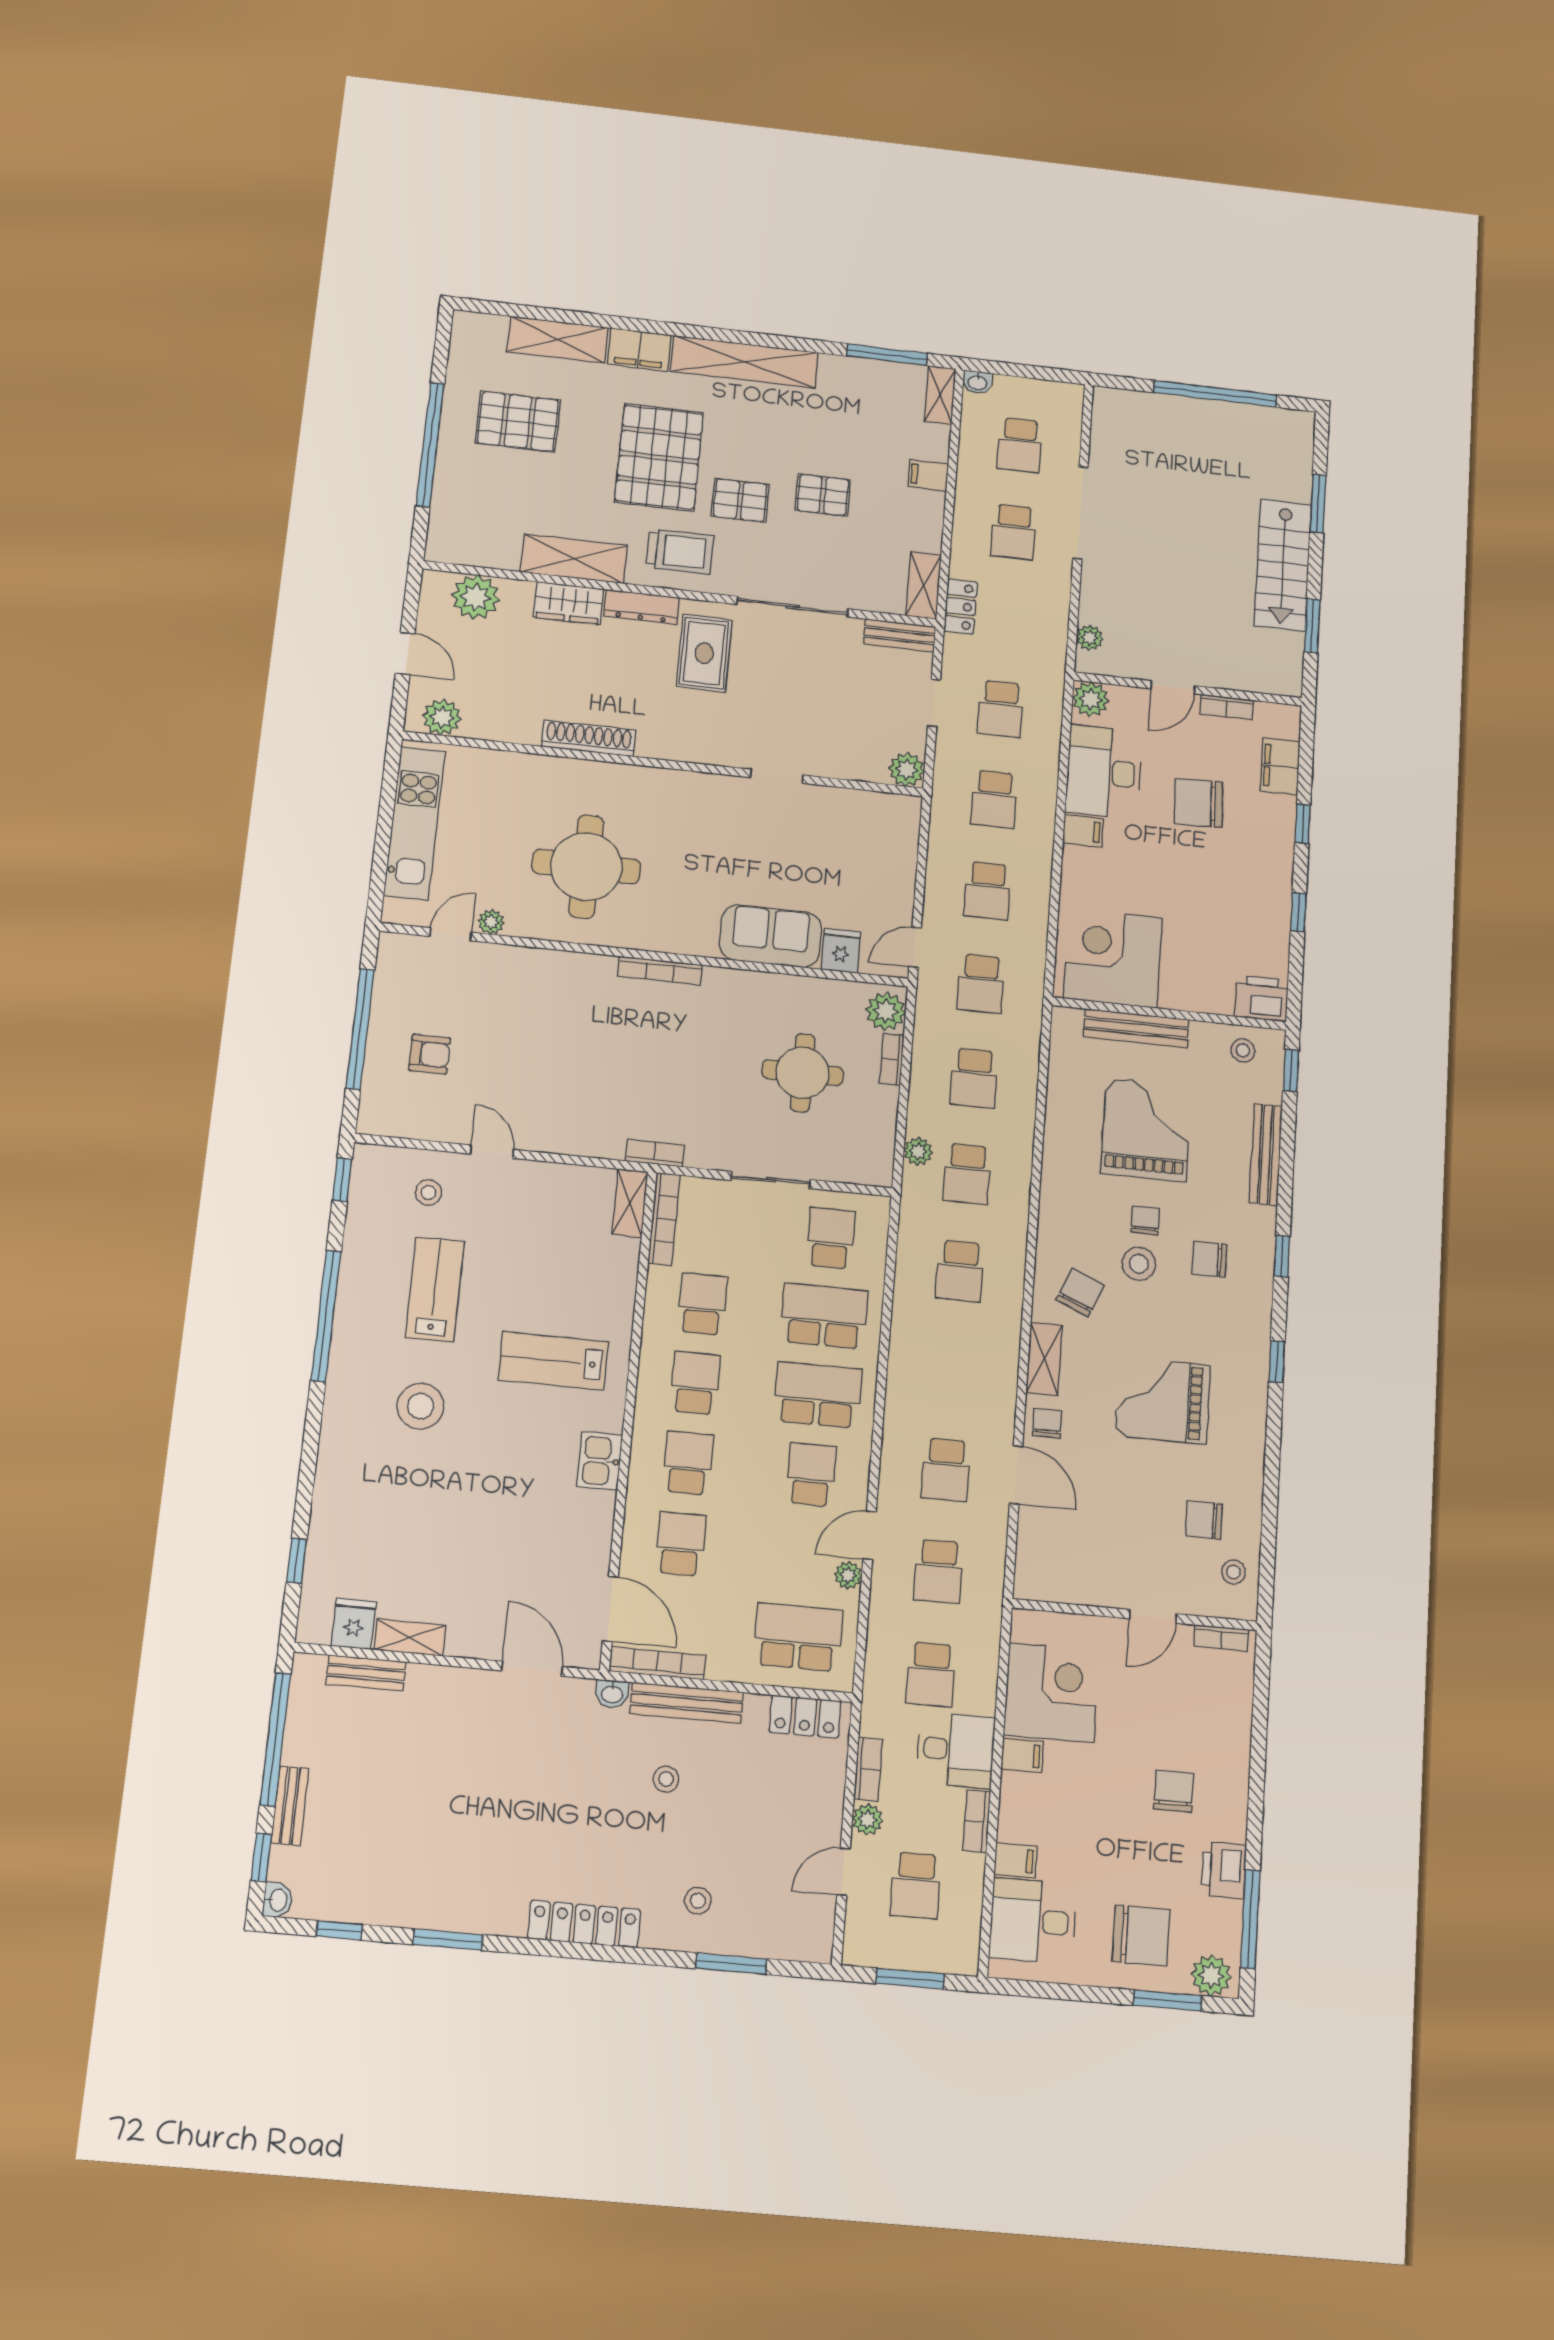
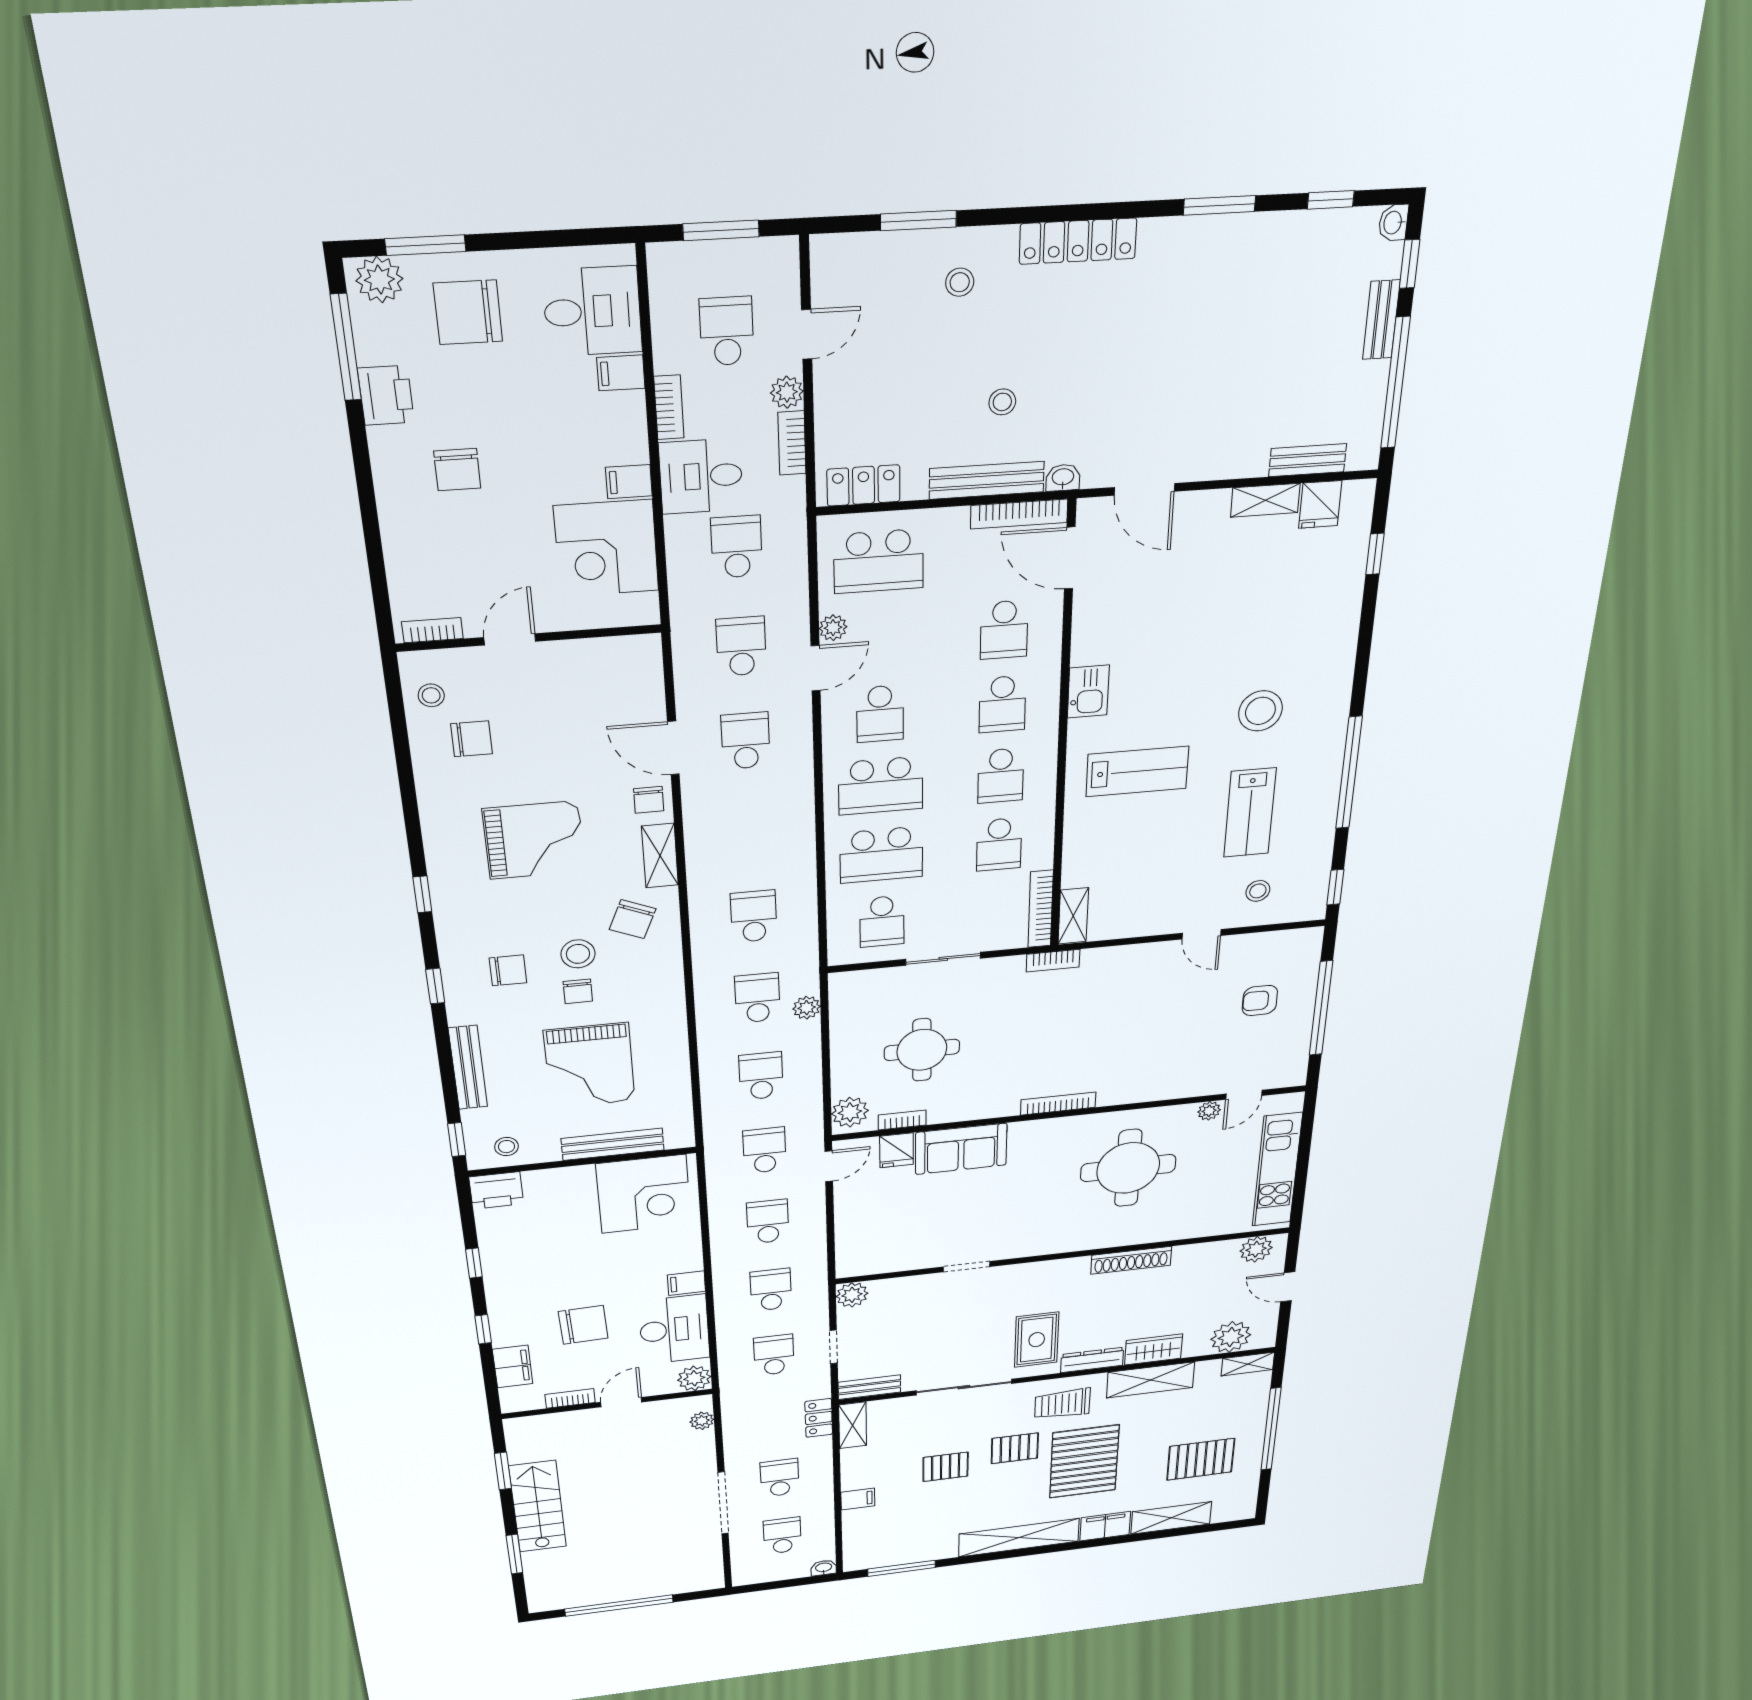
shelving: (940, 395) -> (1248, 1364), moved, turned 90
bookcase: (892, 1059) -> (902, 1120), moved, turned -90

